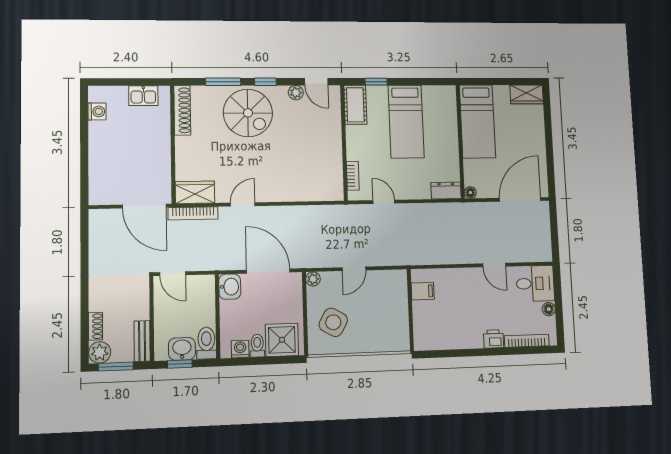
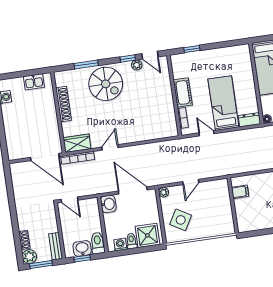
window: (265, 82) -> (128, 58), moved
cot: (355, 105) -> (183, 92), moved
shoe rack: (182, 110) -> (64, 104), moved
bed: (406, 121) -> (223, 103), moved, turned 180

